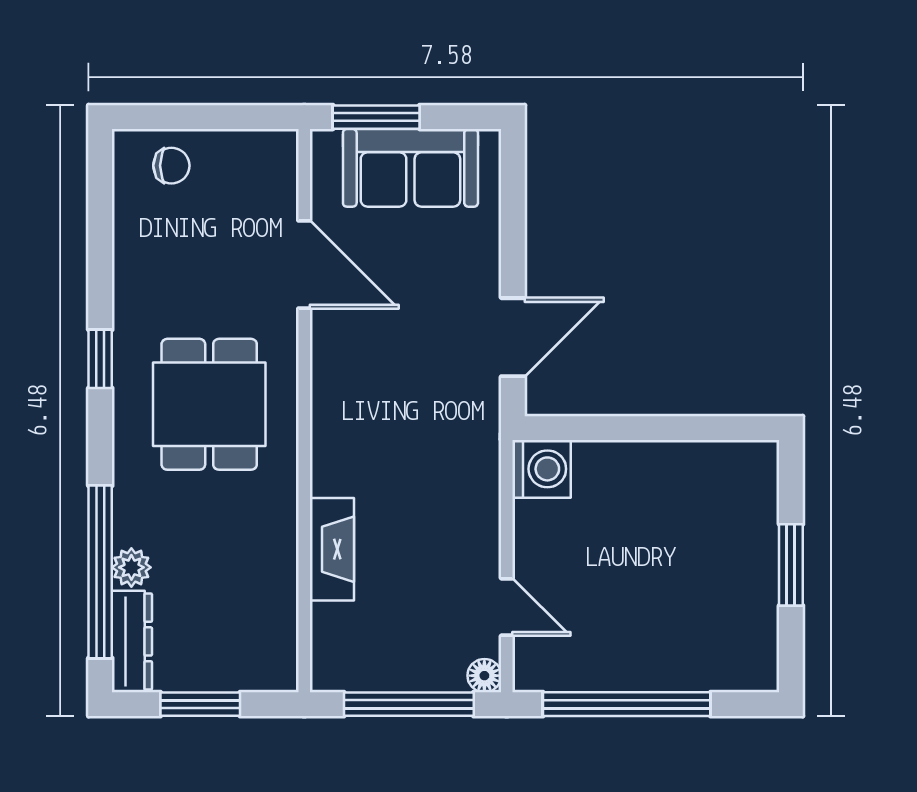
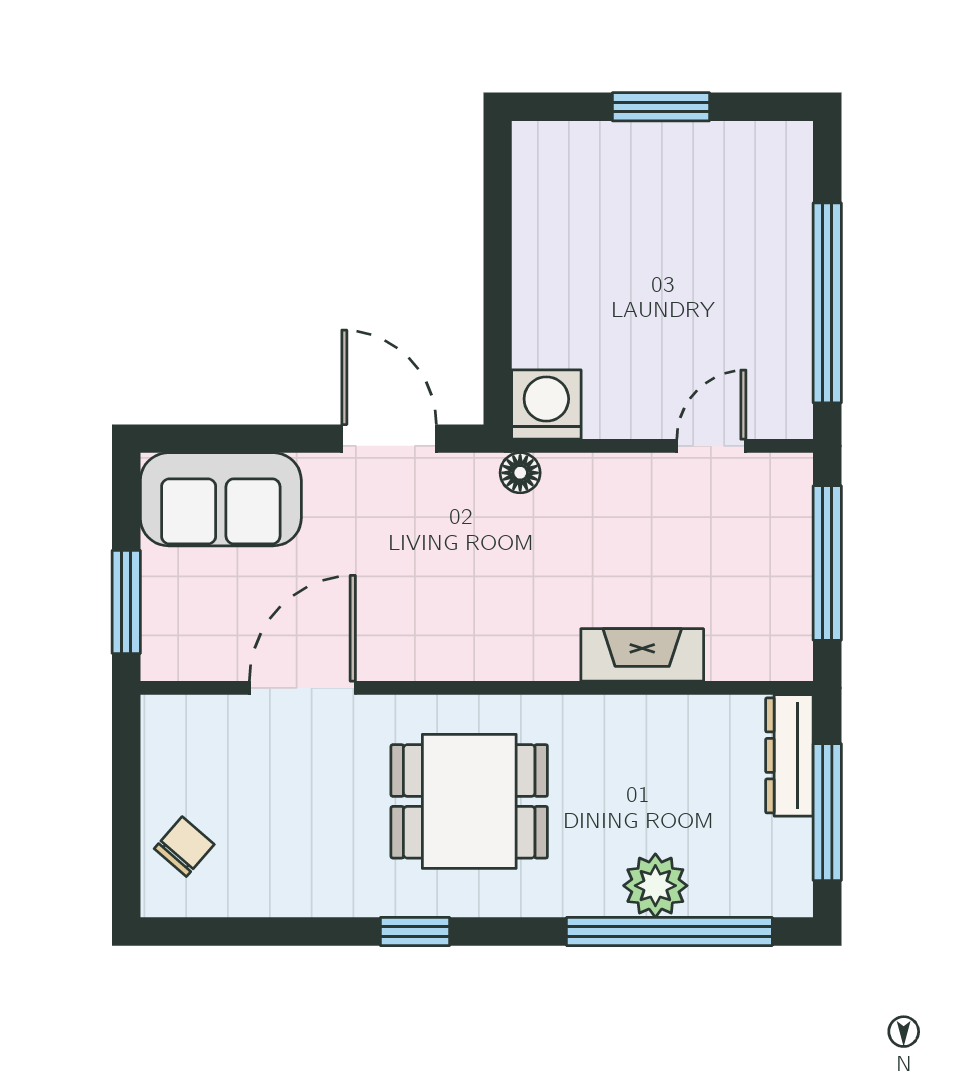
chair: (171, 166) -> (184, 847), turned 41
sofa: (410, 168) -> (221, 499), moved, turned 90
plant: (131, 567) -> (655, 886), width x1.38, depth x1.38
dresser: (132, 641) -> (789, 755), moved, turned -90
floor lamp: (484, 676) -> (520, 473), moved
window: (200, 704) -> (827, 812), width x1.44

